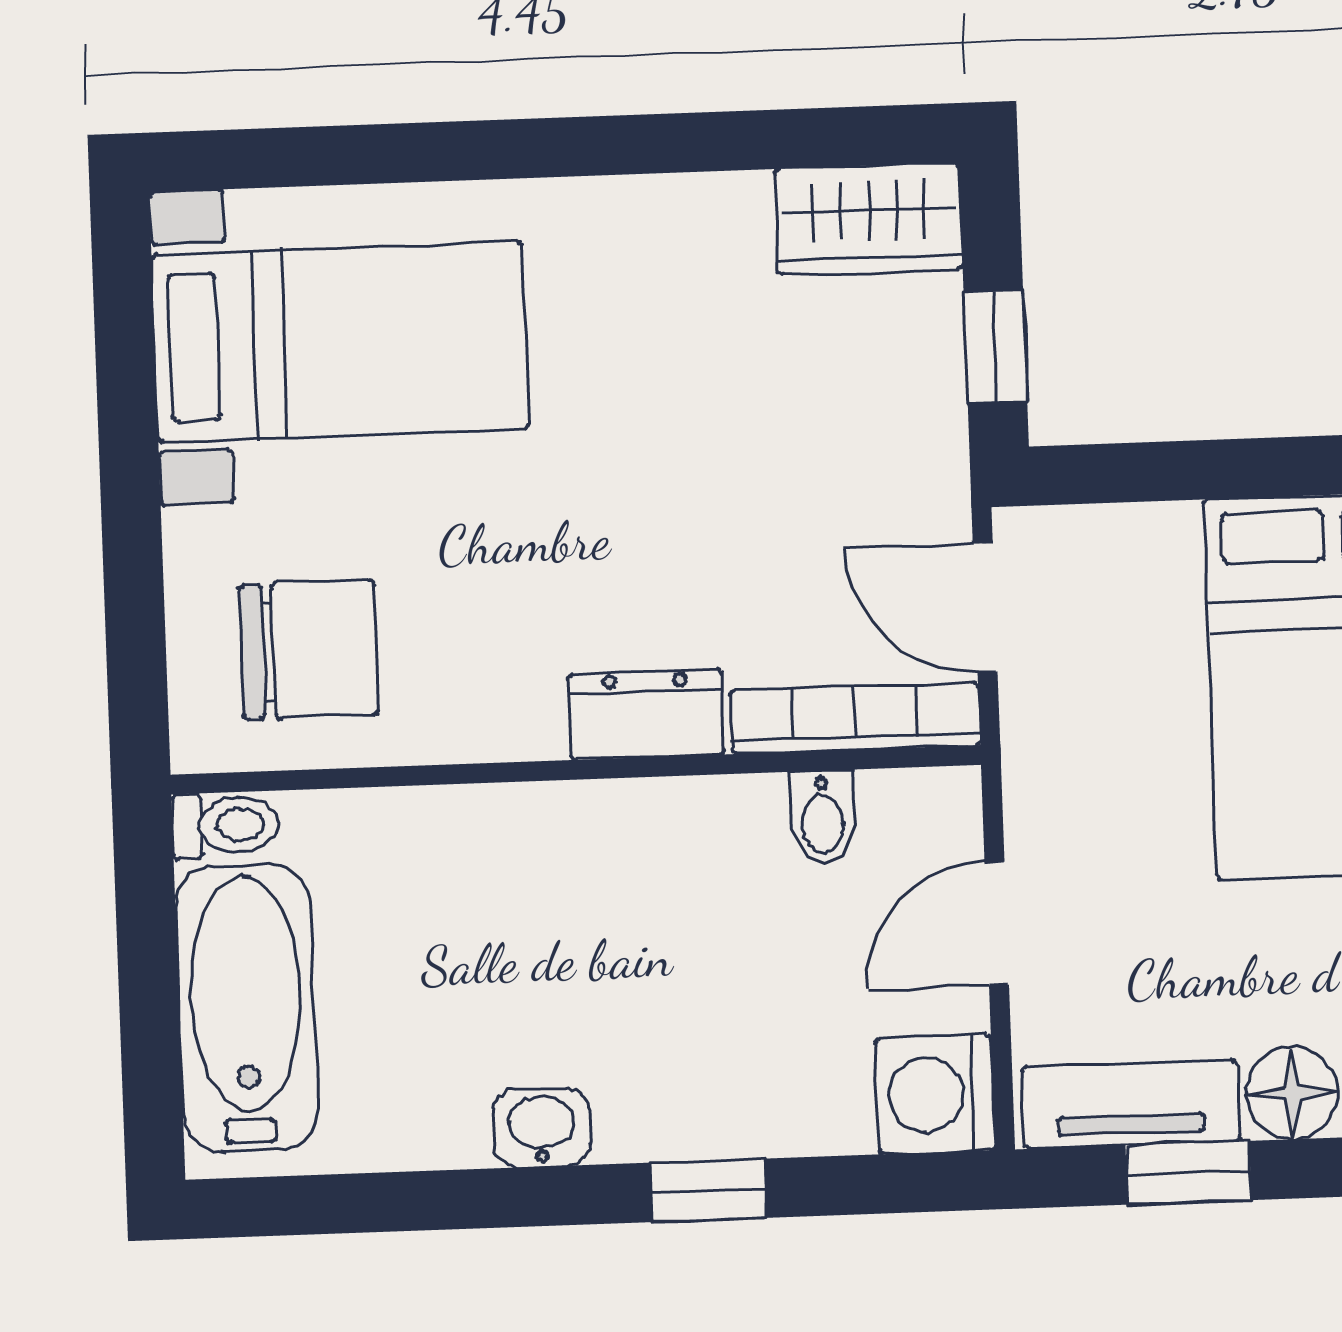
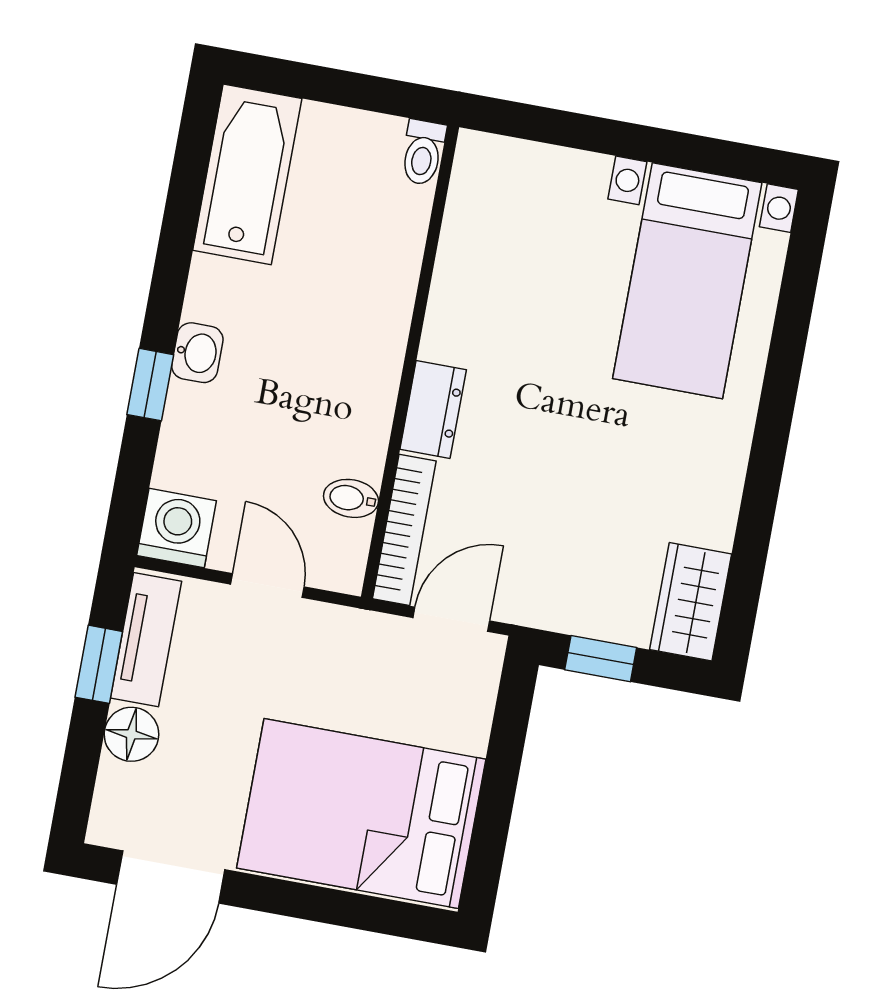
chair: (309, 650) -> (513, 223), removed
bathtub: (246, 1008) -> (247, 174), moved, turned -90
washbasin: (541, 1128) -> (197, 353), moved

